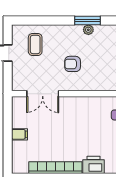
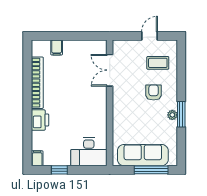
armchair: (73, 64) -> (154, 93), moved
filing cabinet: (19, 134) -> (57, 48), moved

